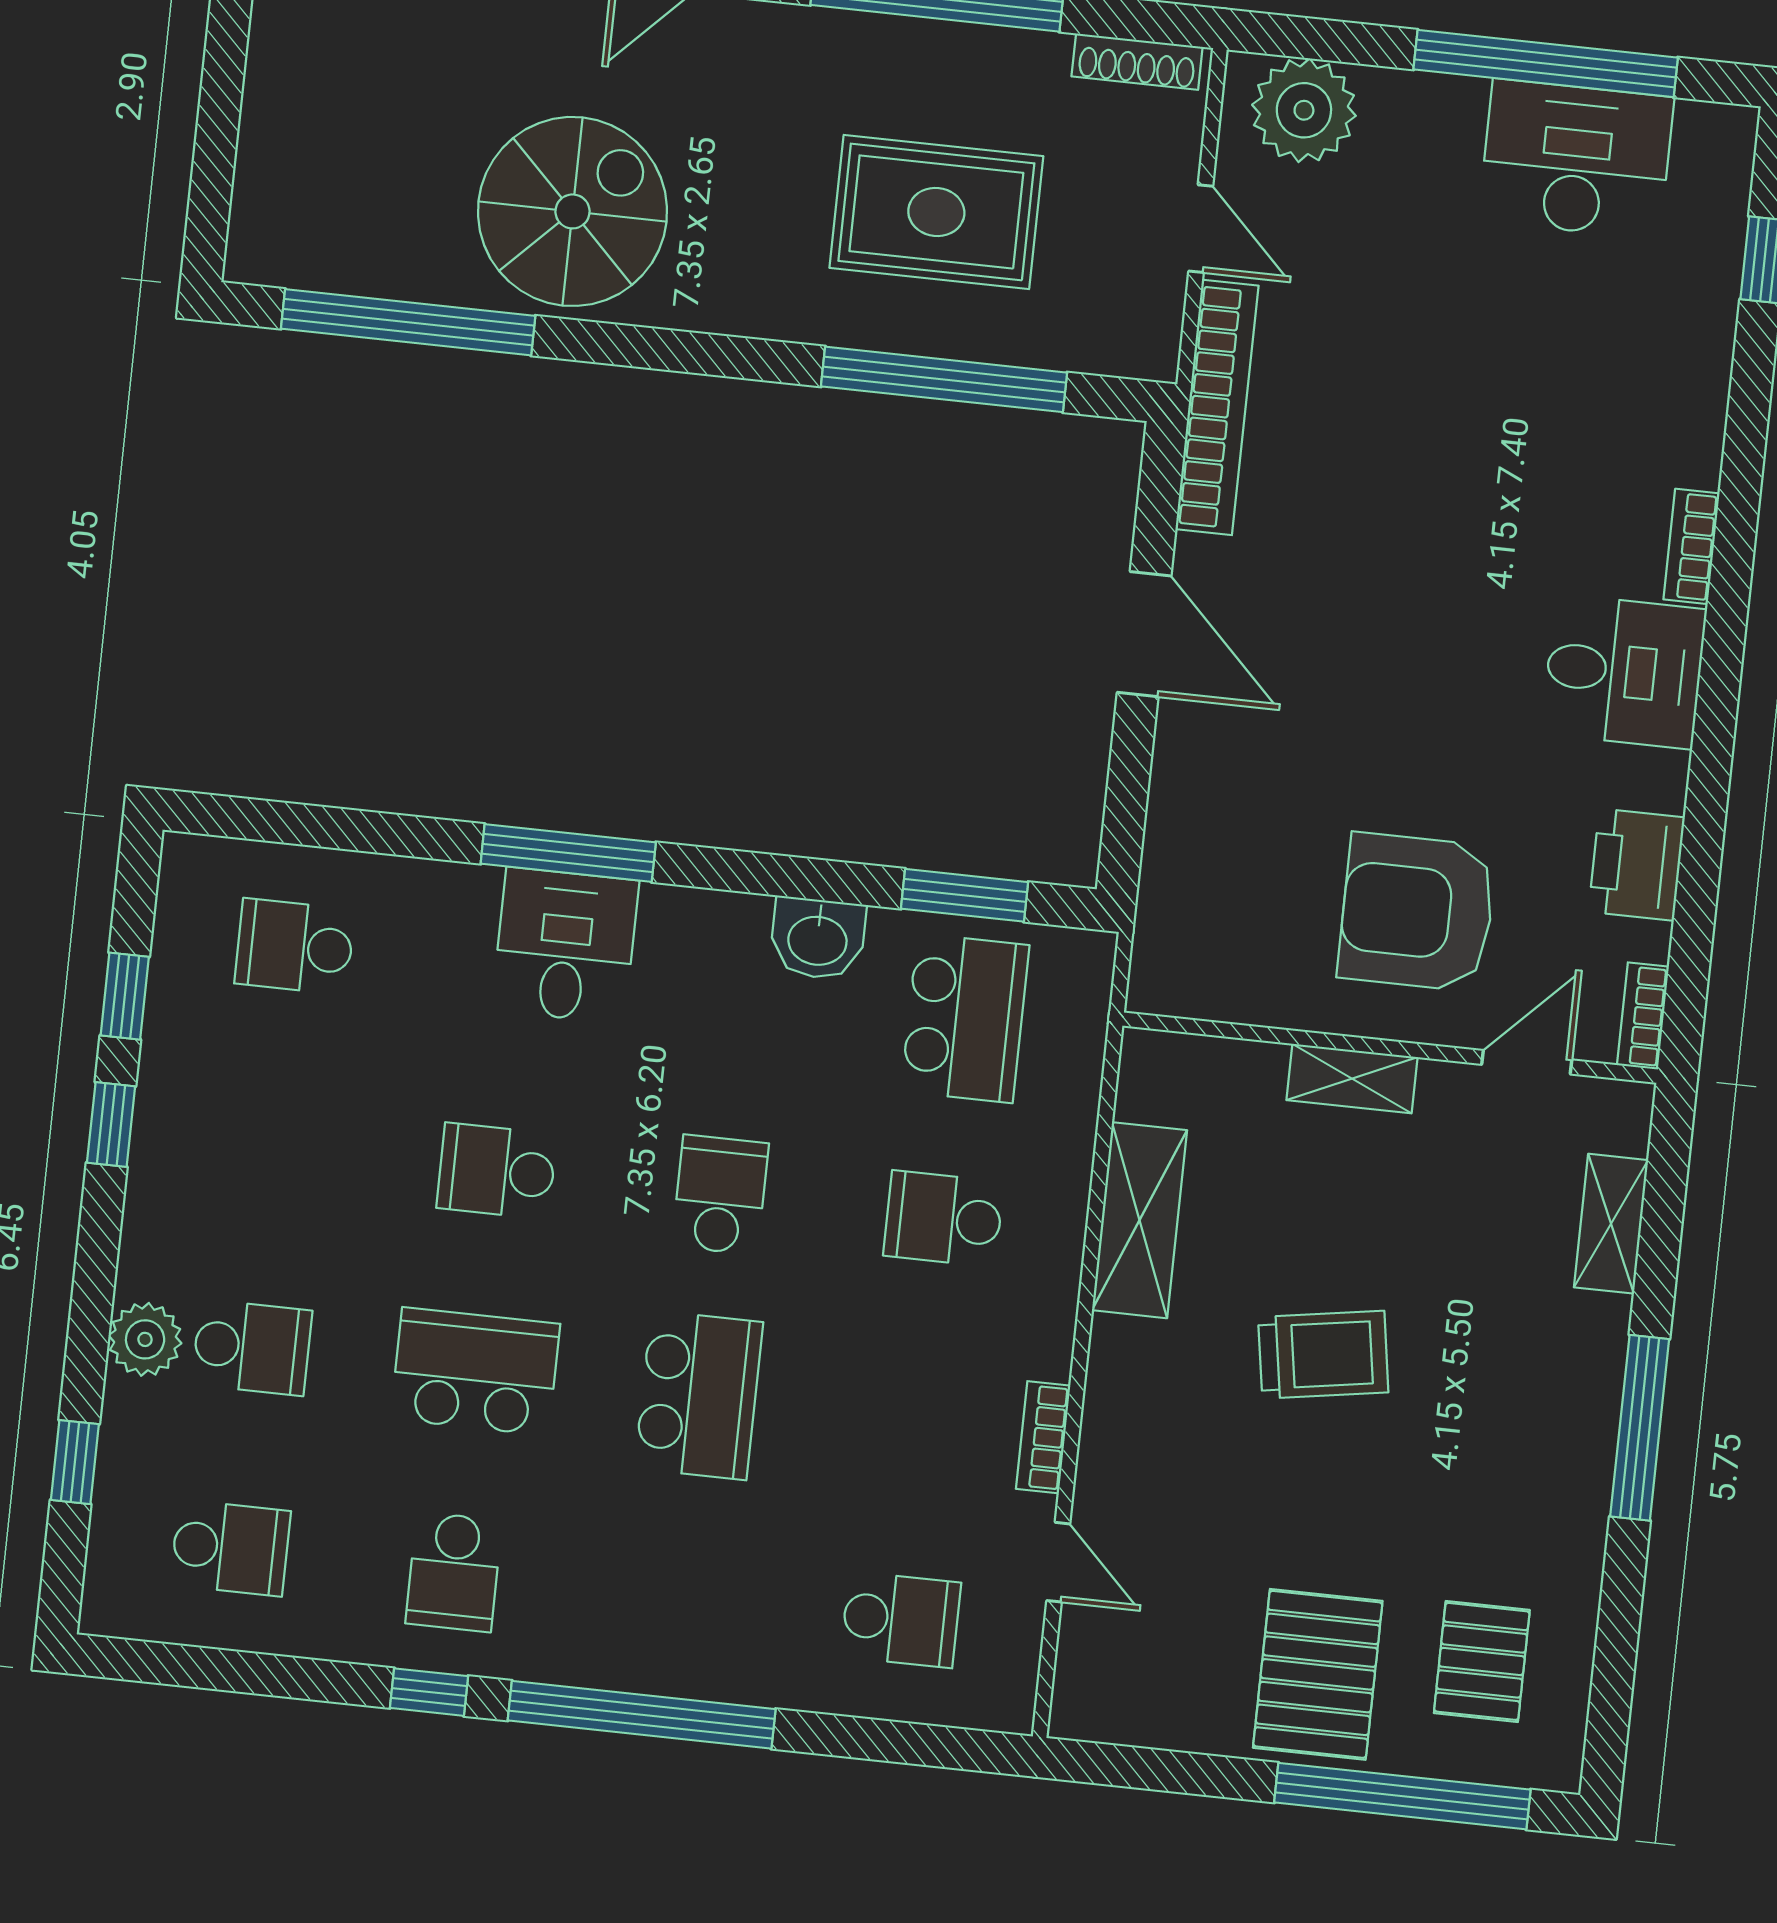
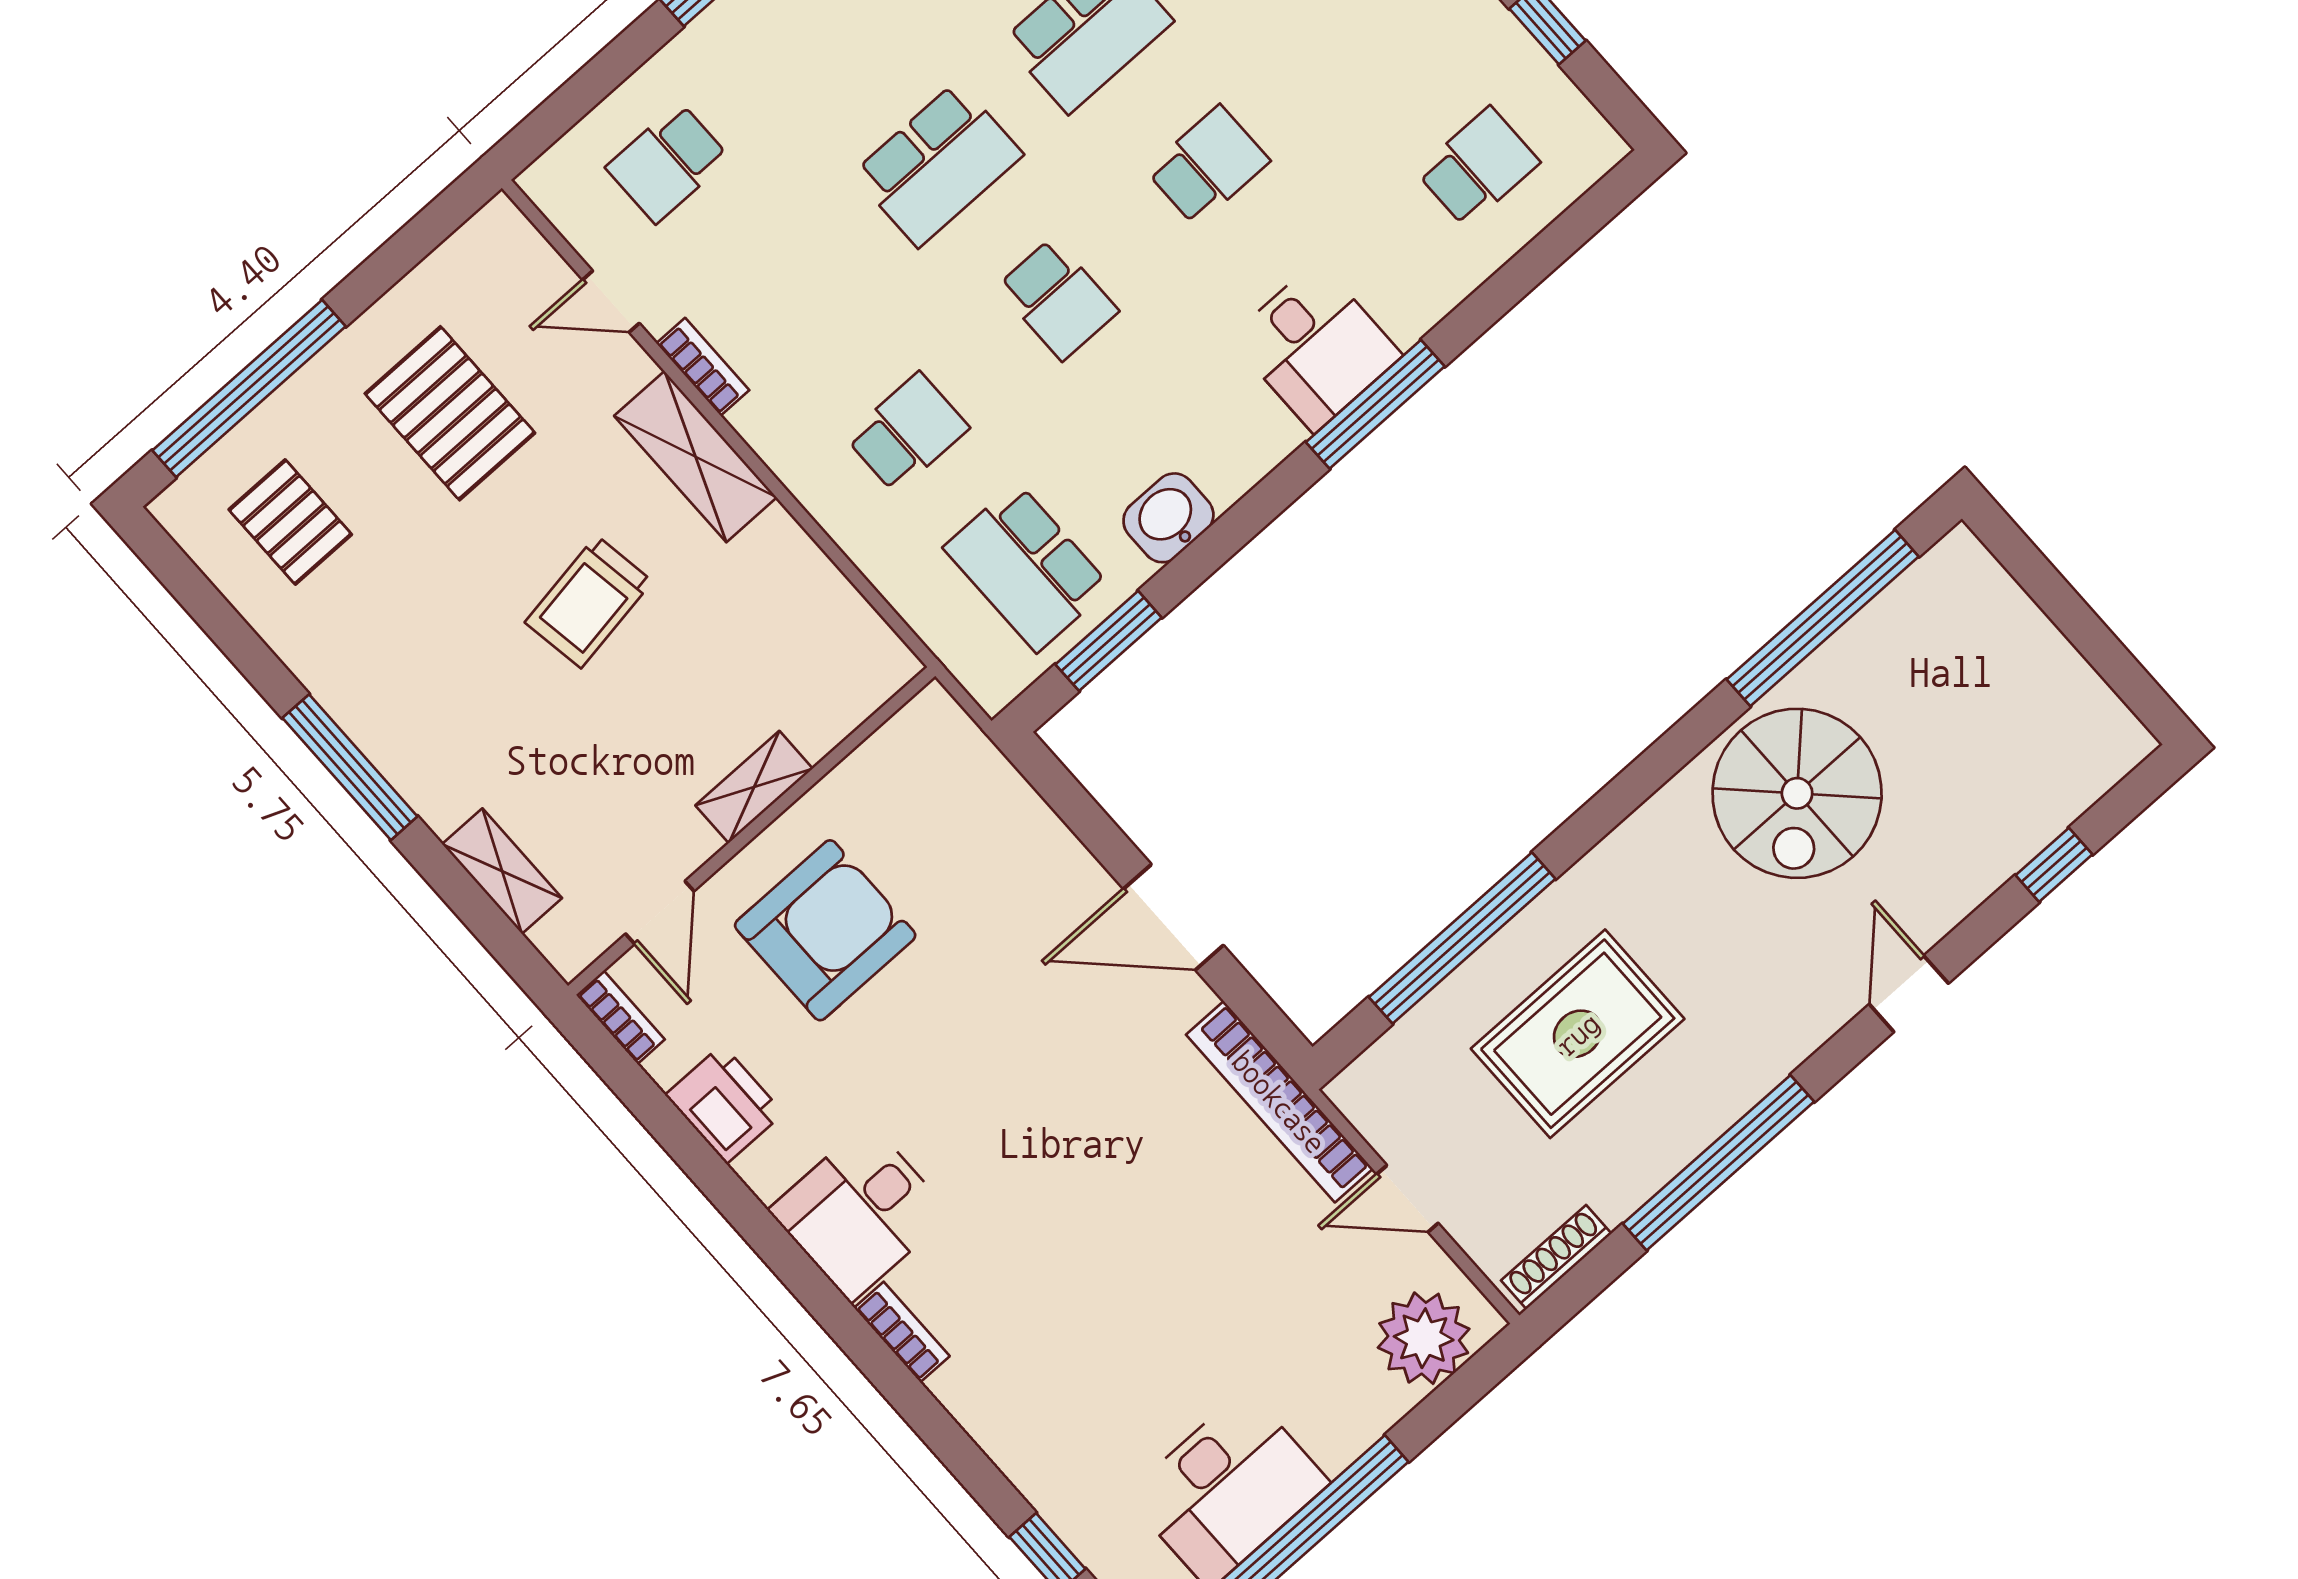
shelving: (1140, 1220) -> (695, 457), moved
school desk: (699, 1395) -> (938, 164), turned -90
pallet: (1318, 1674) -> (450, 413), moved

